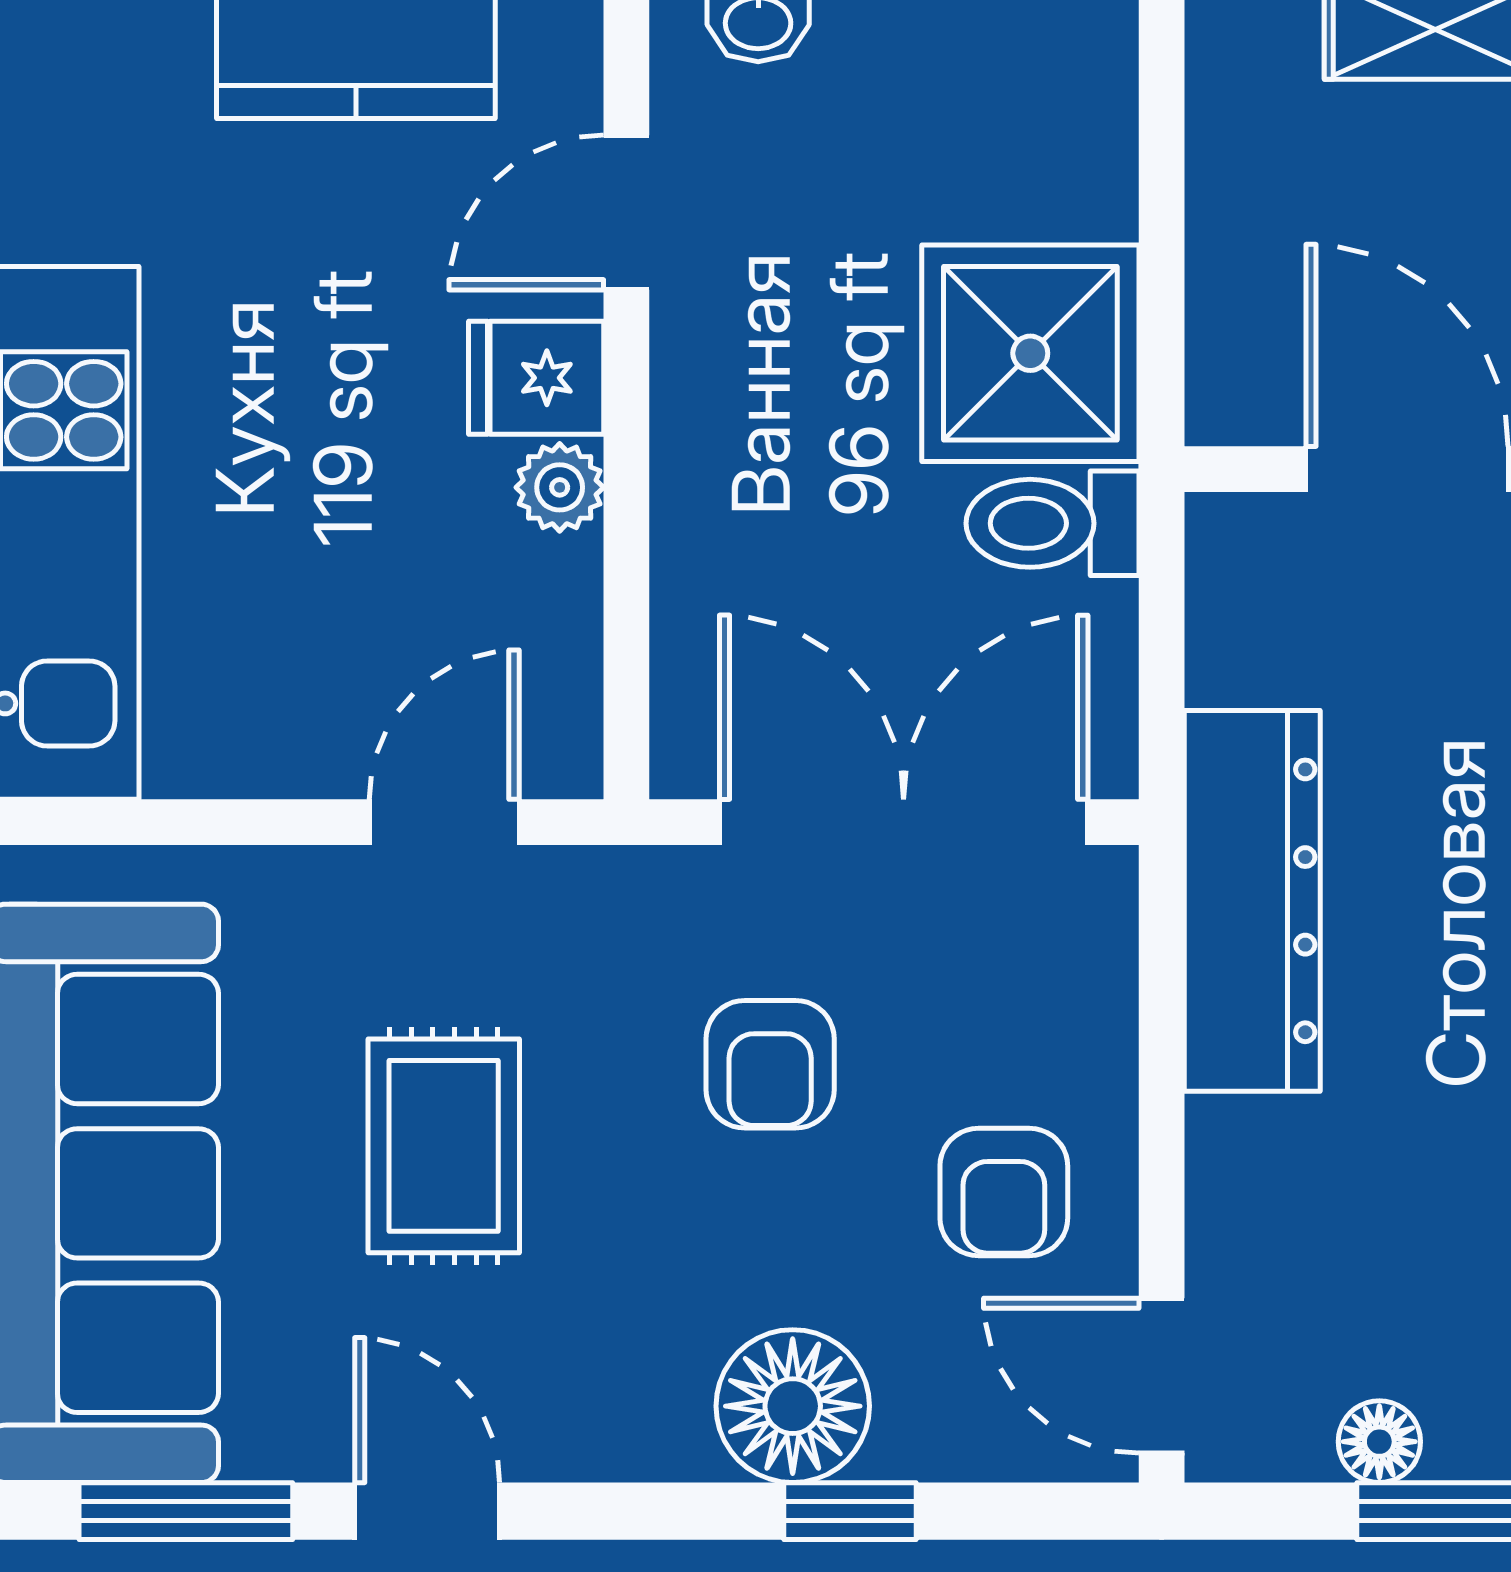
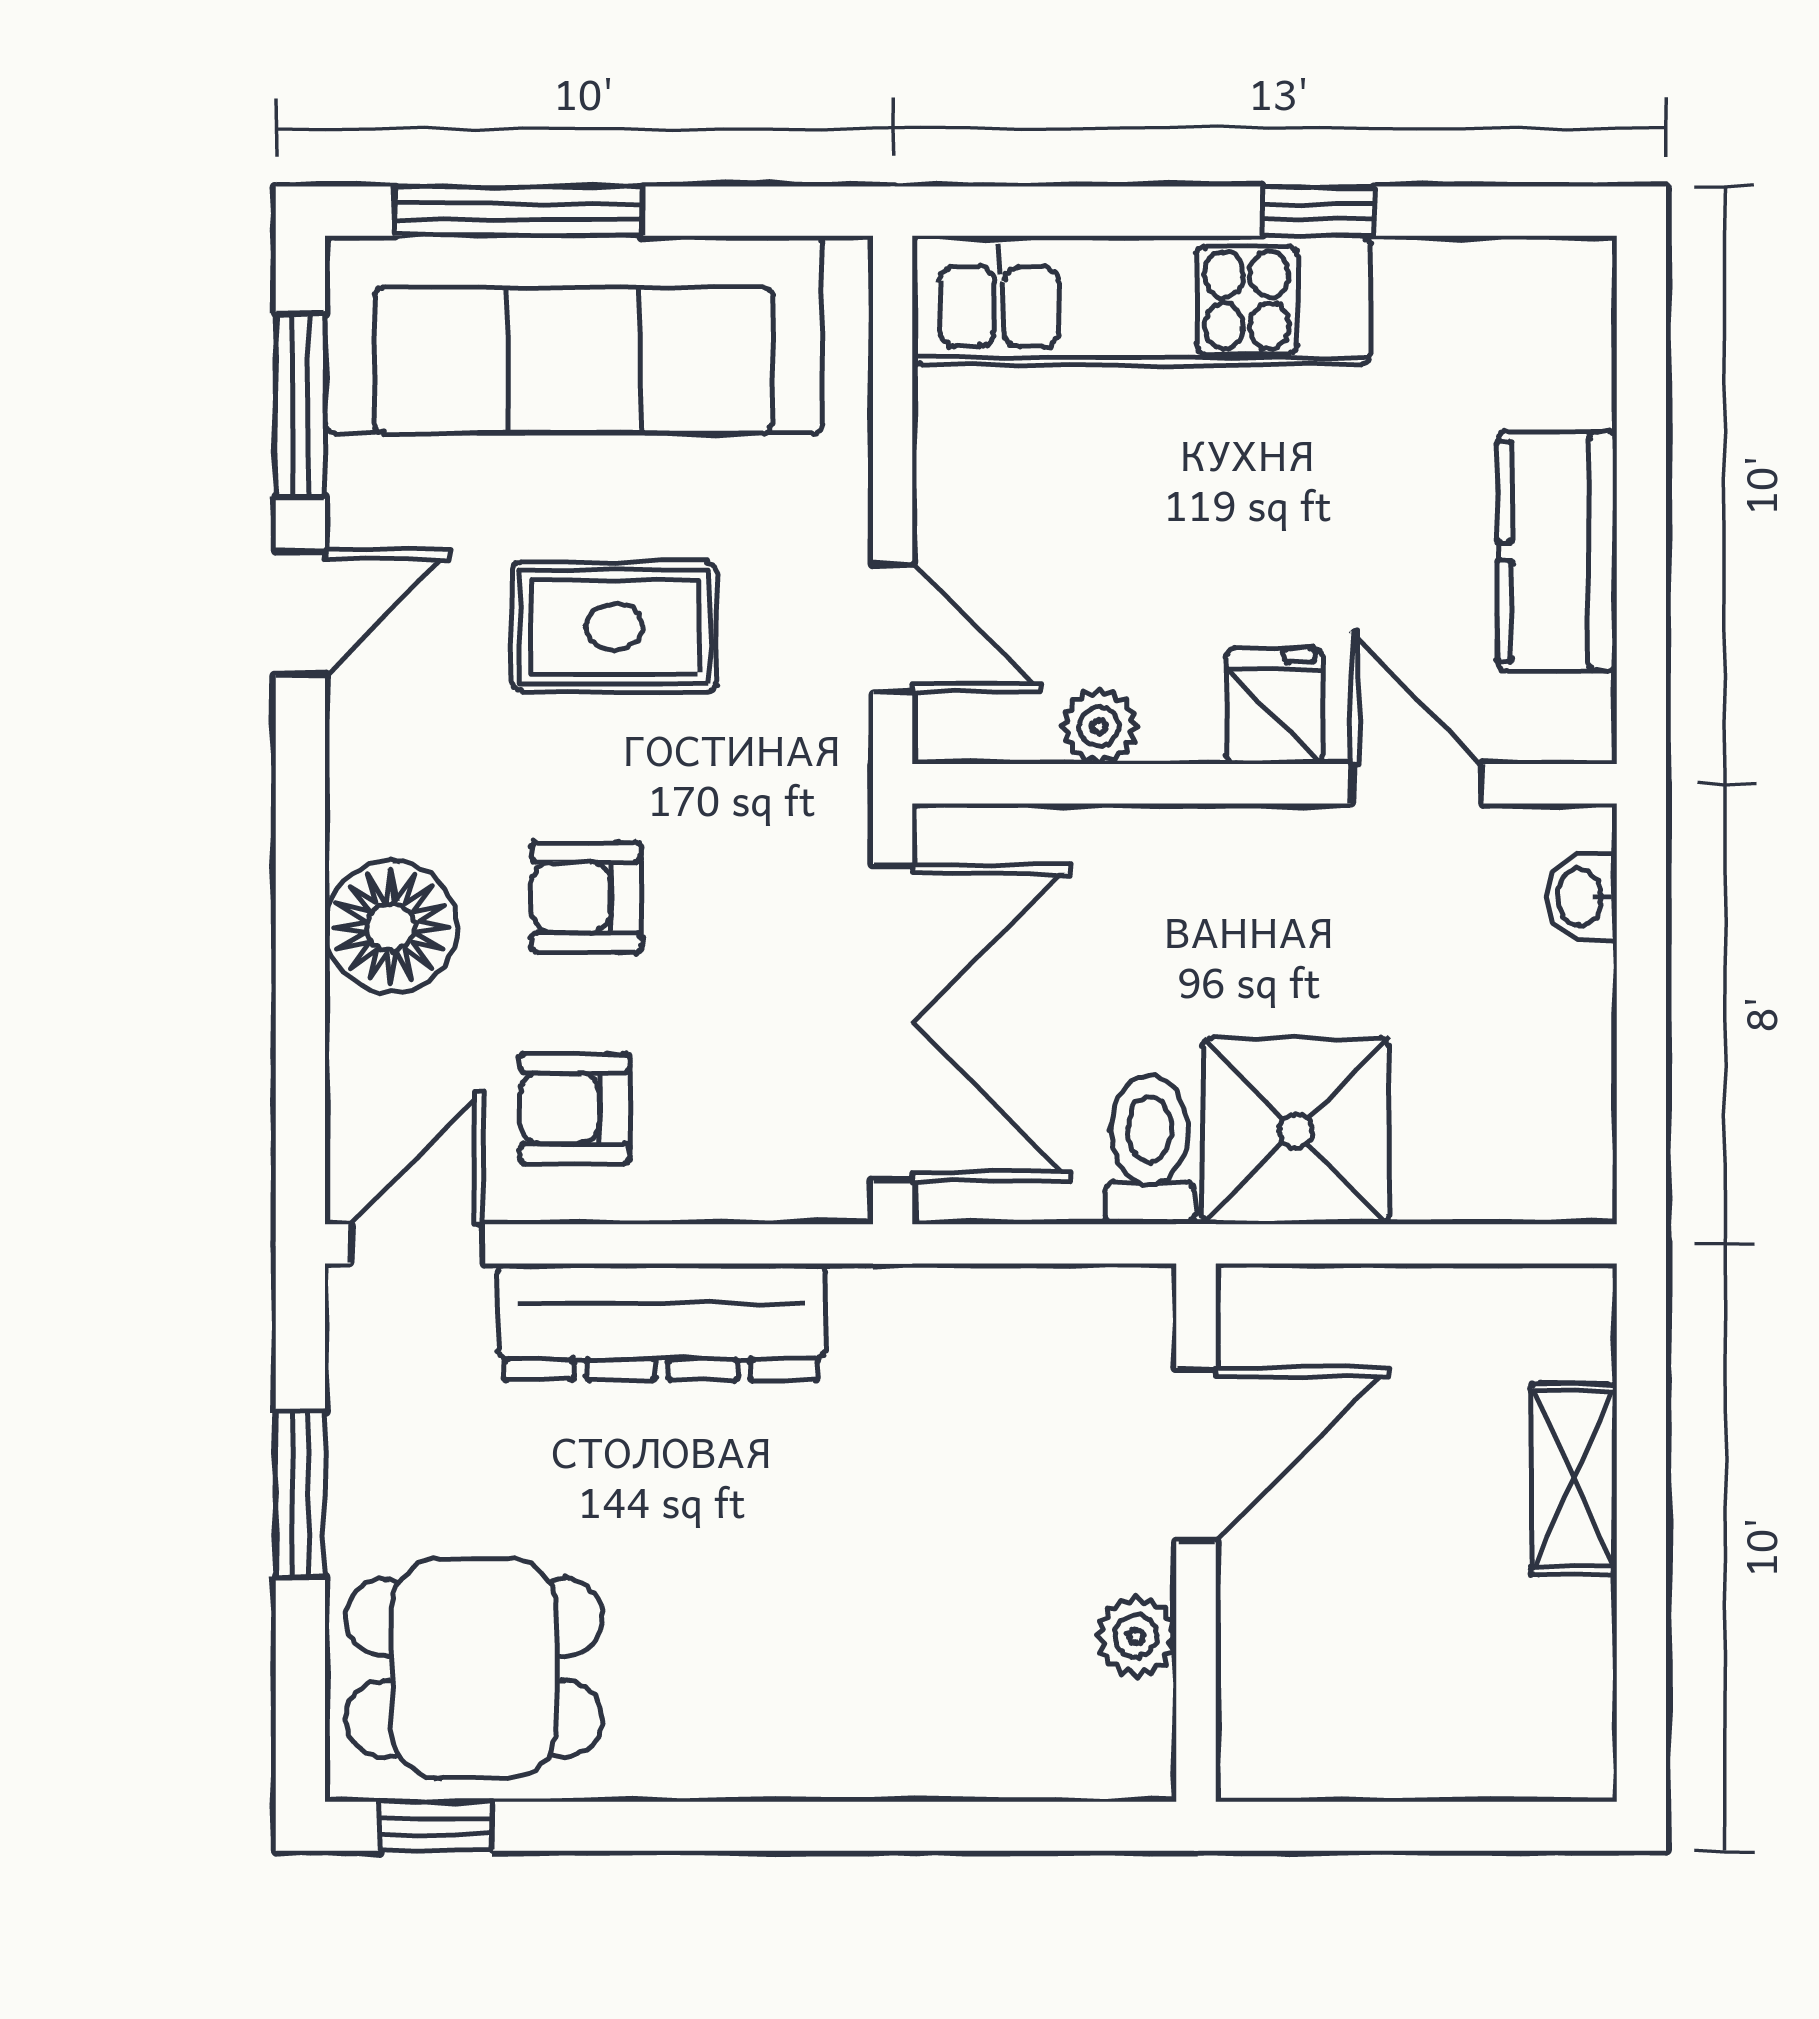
plant: (560, 487) -> (1099, 727), moved
dresser: (1252, 901) -> (662, 1322), moved
armchair: (770, 1064) -> (586, 897), moved
floor lamp: (1379, 1442) -> (360, 1431), removed
window: (850, 1511) -> (300, 976), removed

